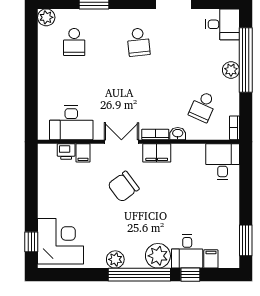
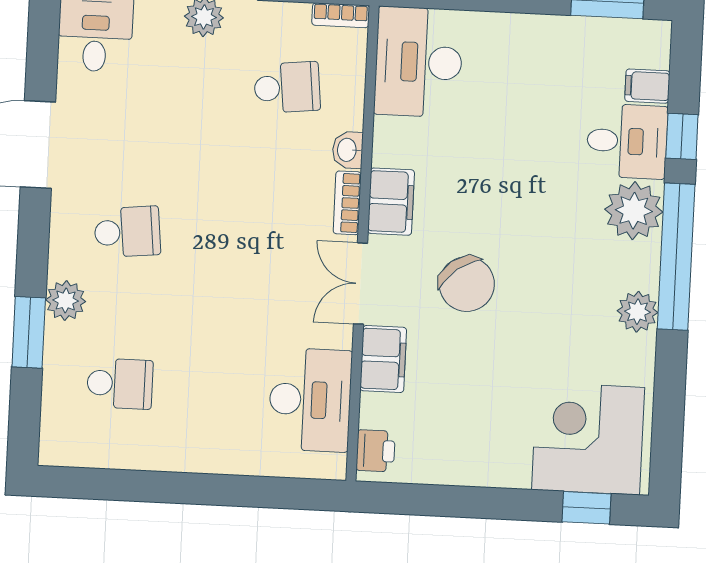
plant: (46, 17) -> (66, 301), moved
school desk: (203, 107) -> (287, 87), turned -30
printer: (66, 152) -> (376, 451), moved
filing cabinet: (83, 153) -> (383, 359), width x2.00
desk: (223, 162) -> (419, 62), width x1.37

